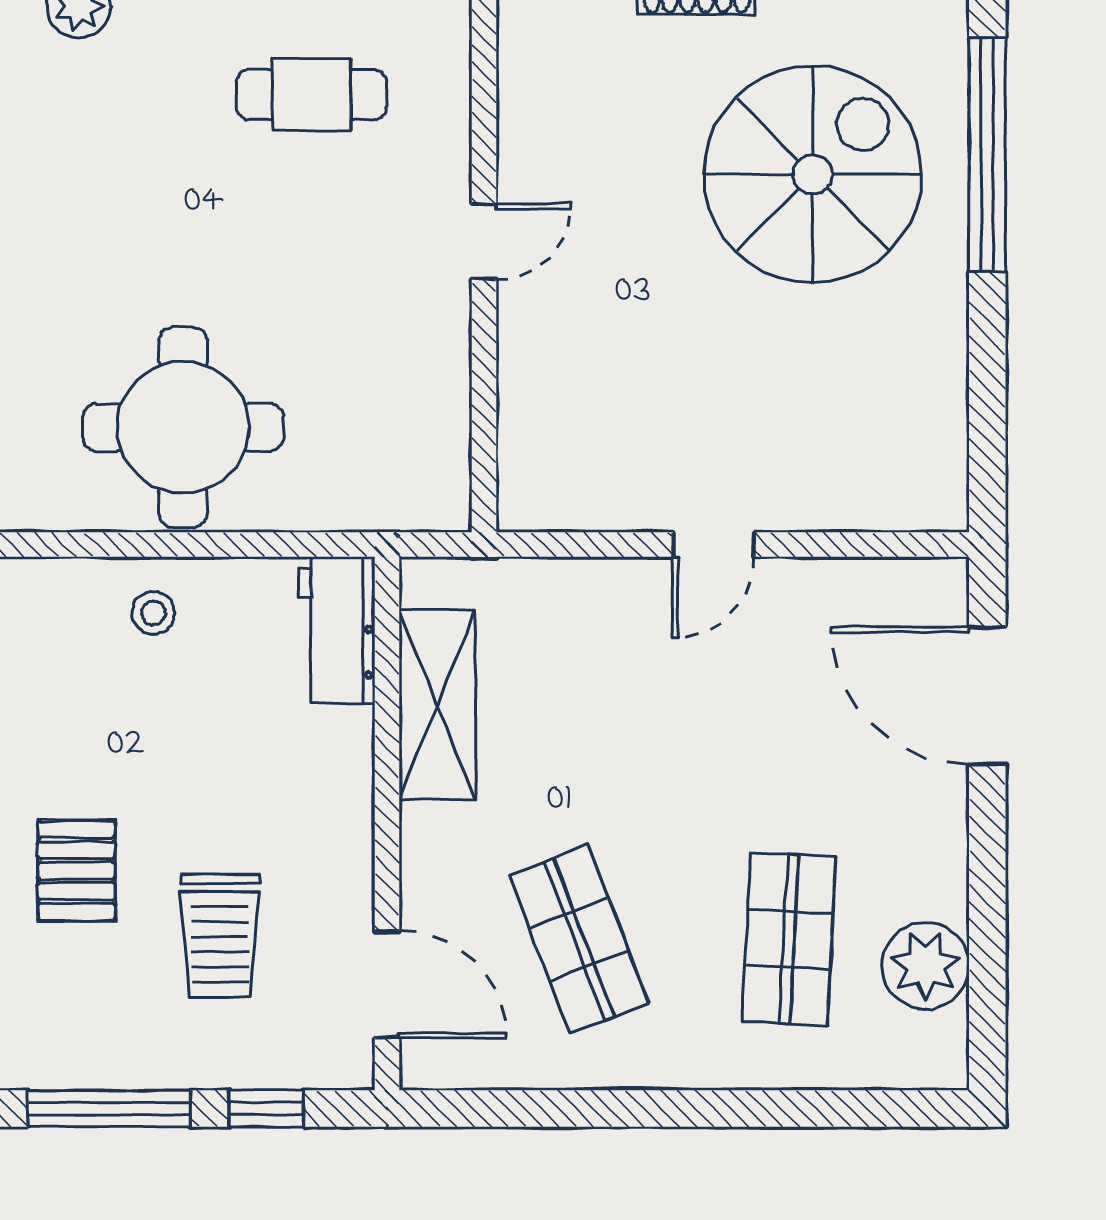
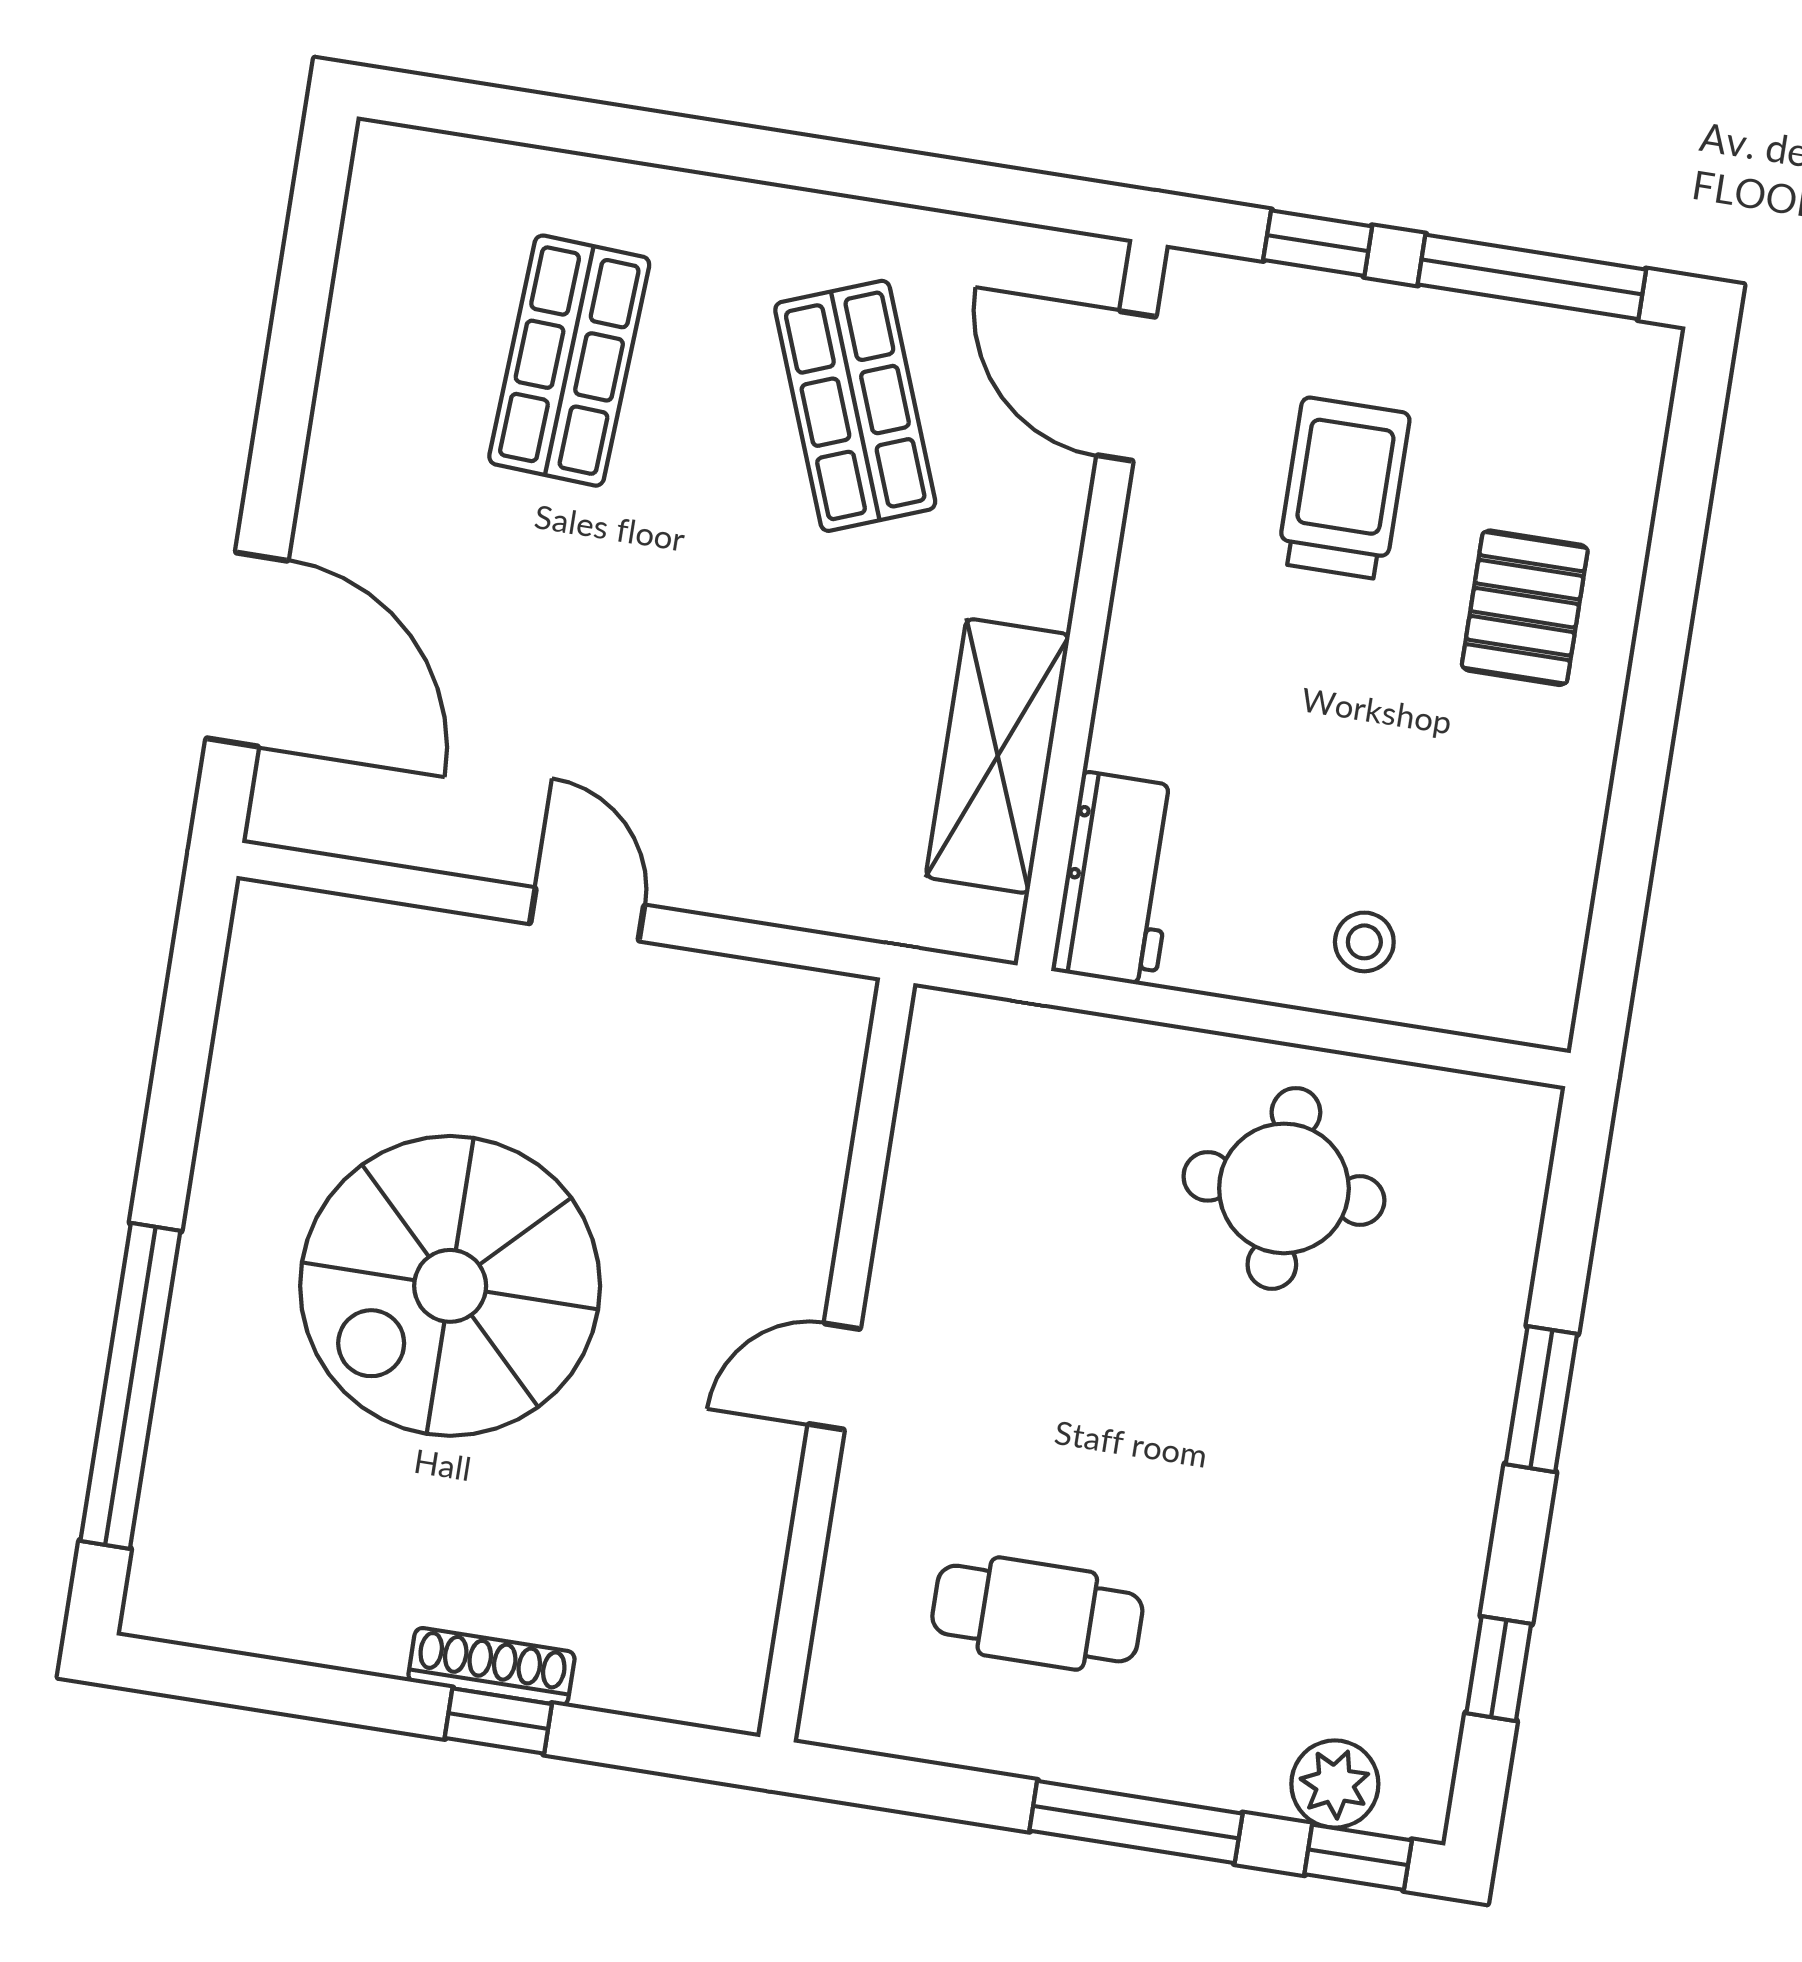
spiral stairs: (813, 174) -> (450, 1286), moved
round table: (183, 427) -> (1284, 1188), width x0.73, depth x0.73
door: (713, 545) -> (587, 914), hinge flipped
plant: (926, 966) -> (389, 295), removed

